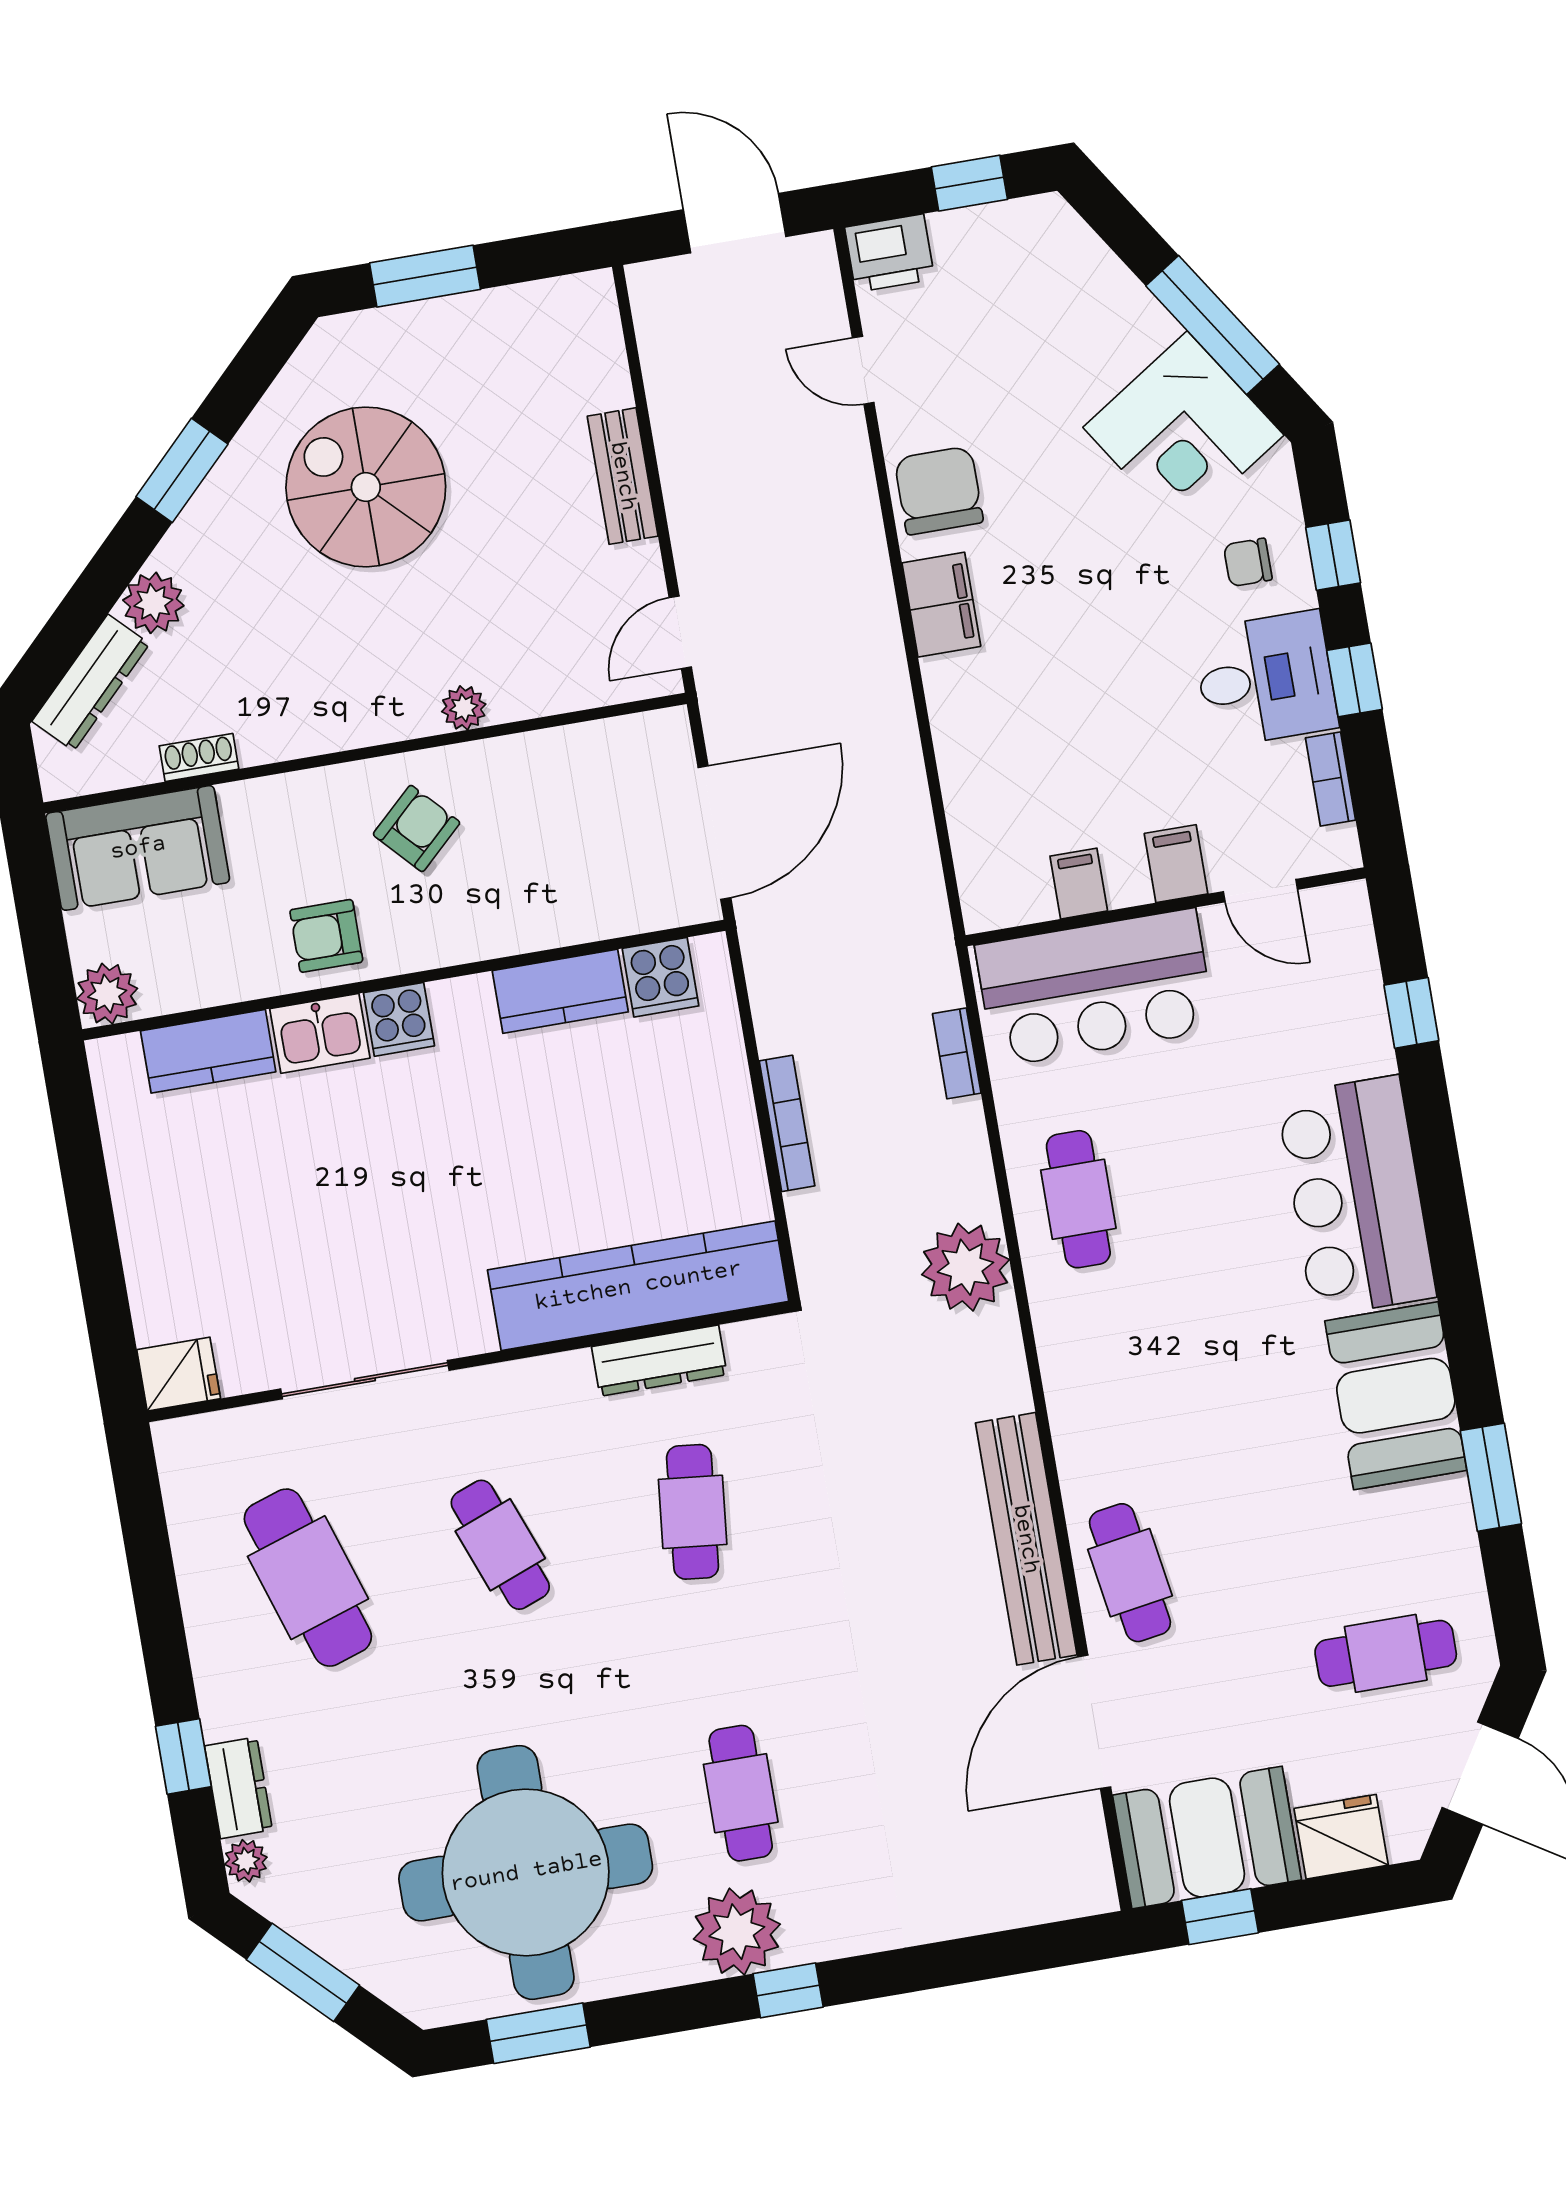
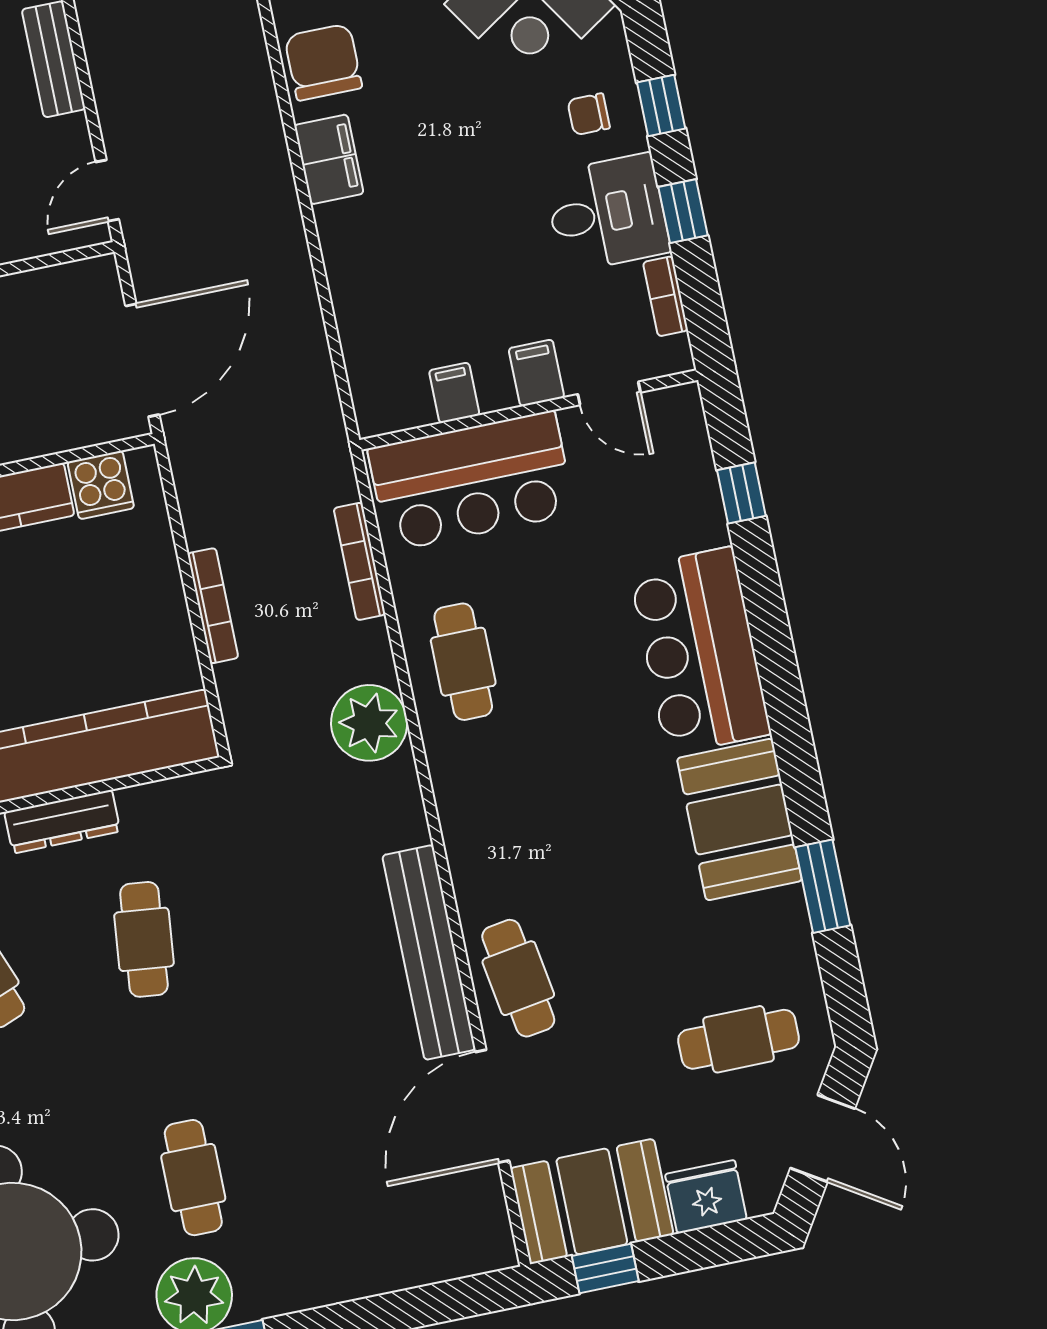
bookcase: (957, 1053) -> (359, 561), width x1.56
dresser: (659, 1361) -> (62, 822), moved

